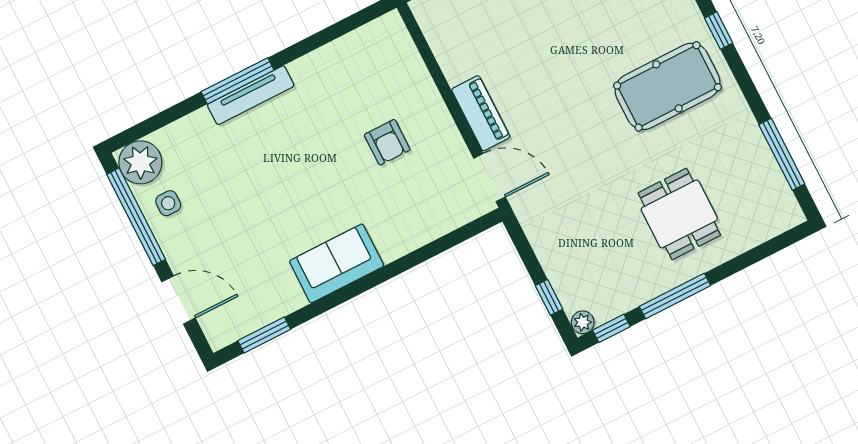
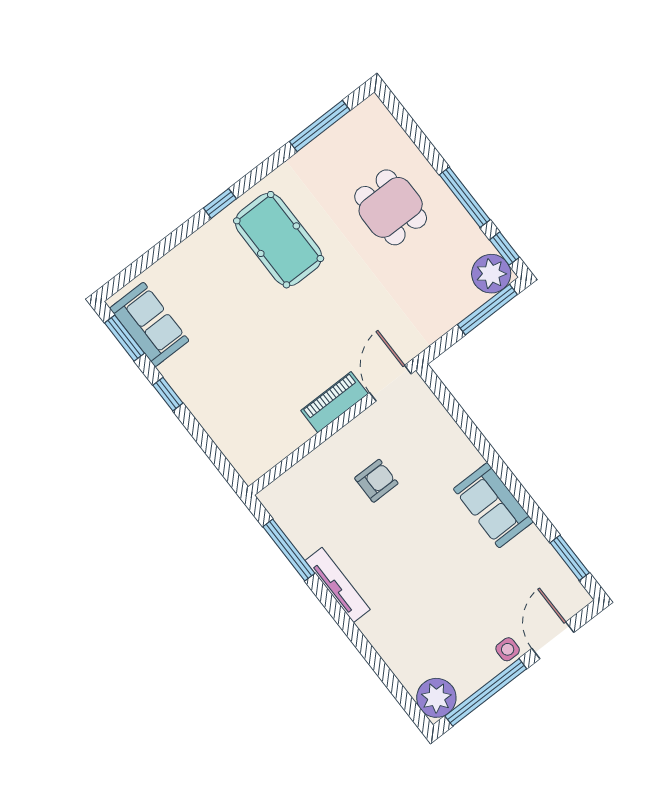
window: (238, 81) -> (289, 550), moved
tv unit: (251, 95) -> (338, 585), moved
side table: (168, 203) -> (508, 649), moved
dining table: (679, 214) -> (391, 207), turned 90
window: (549, 297) -> (487, 310), width x2.17
plant: (583, 322) -> (491, 274), width x1.88, depth x1.88

